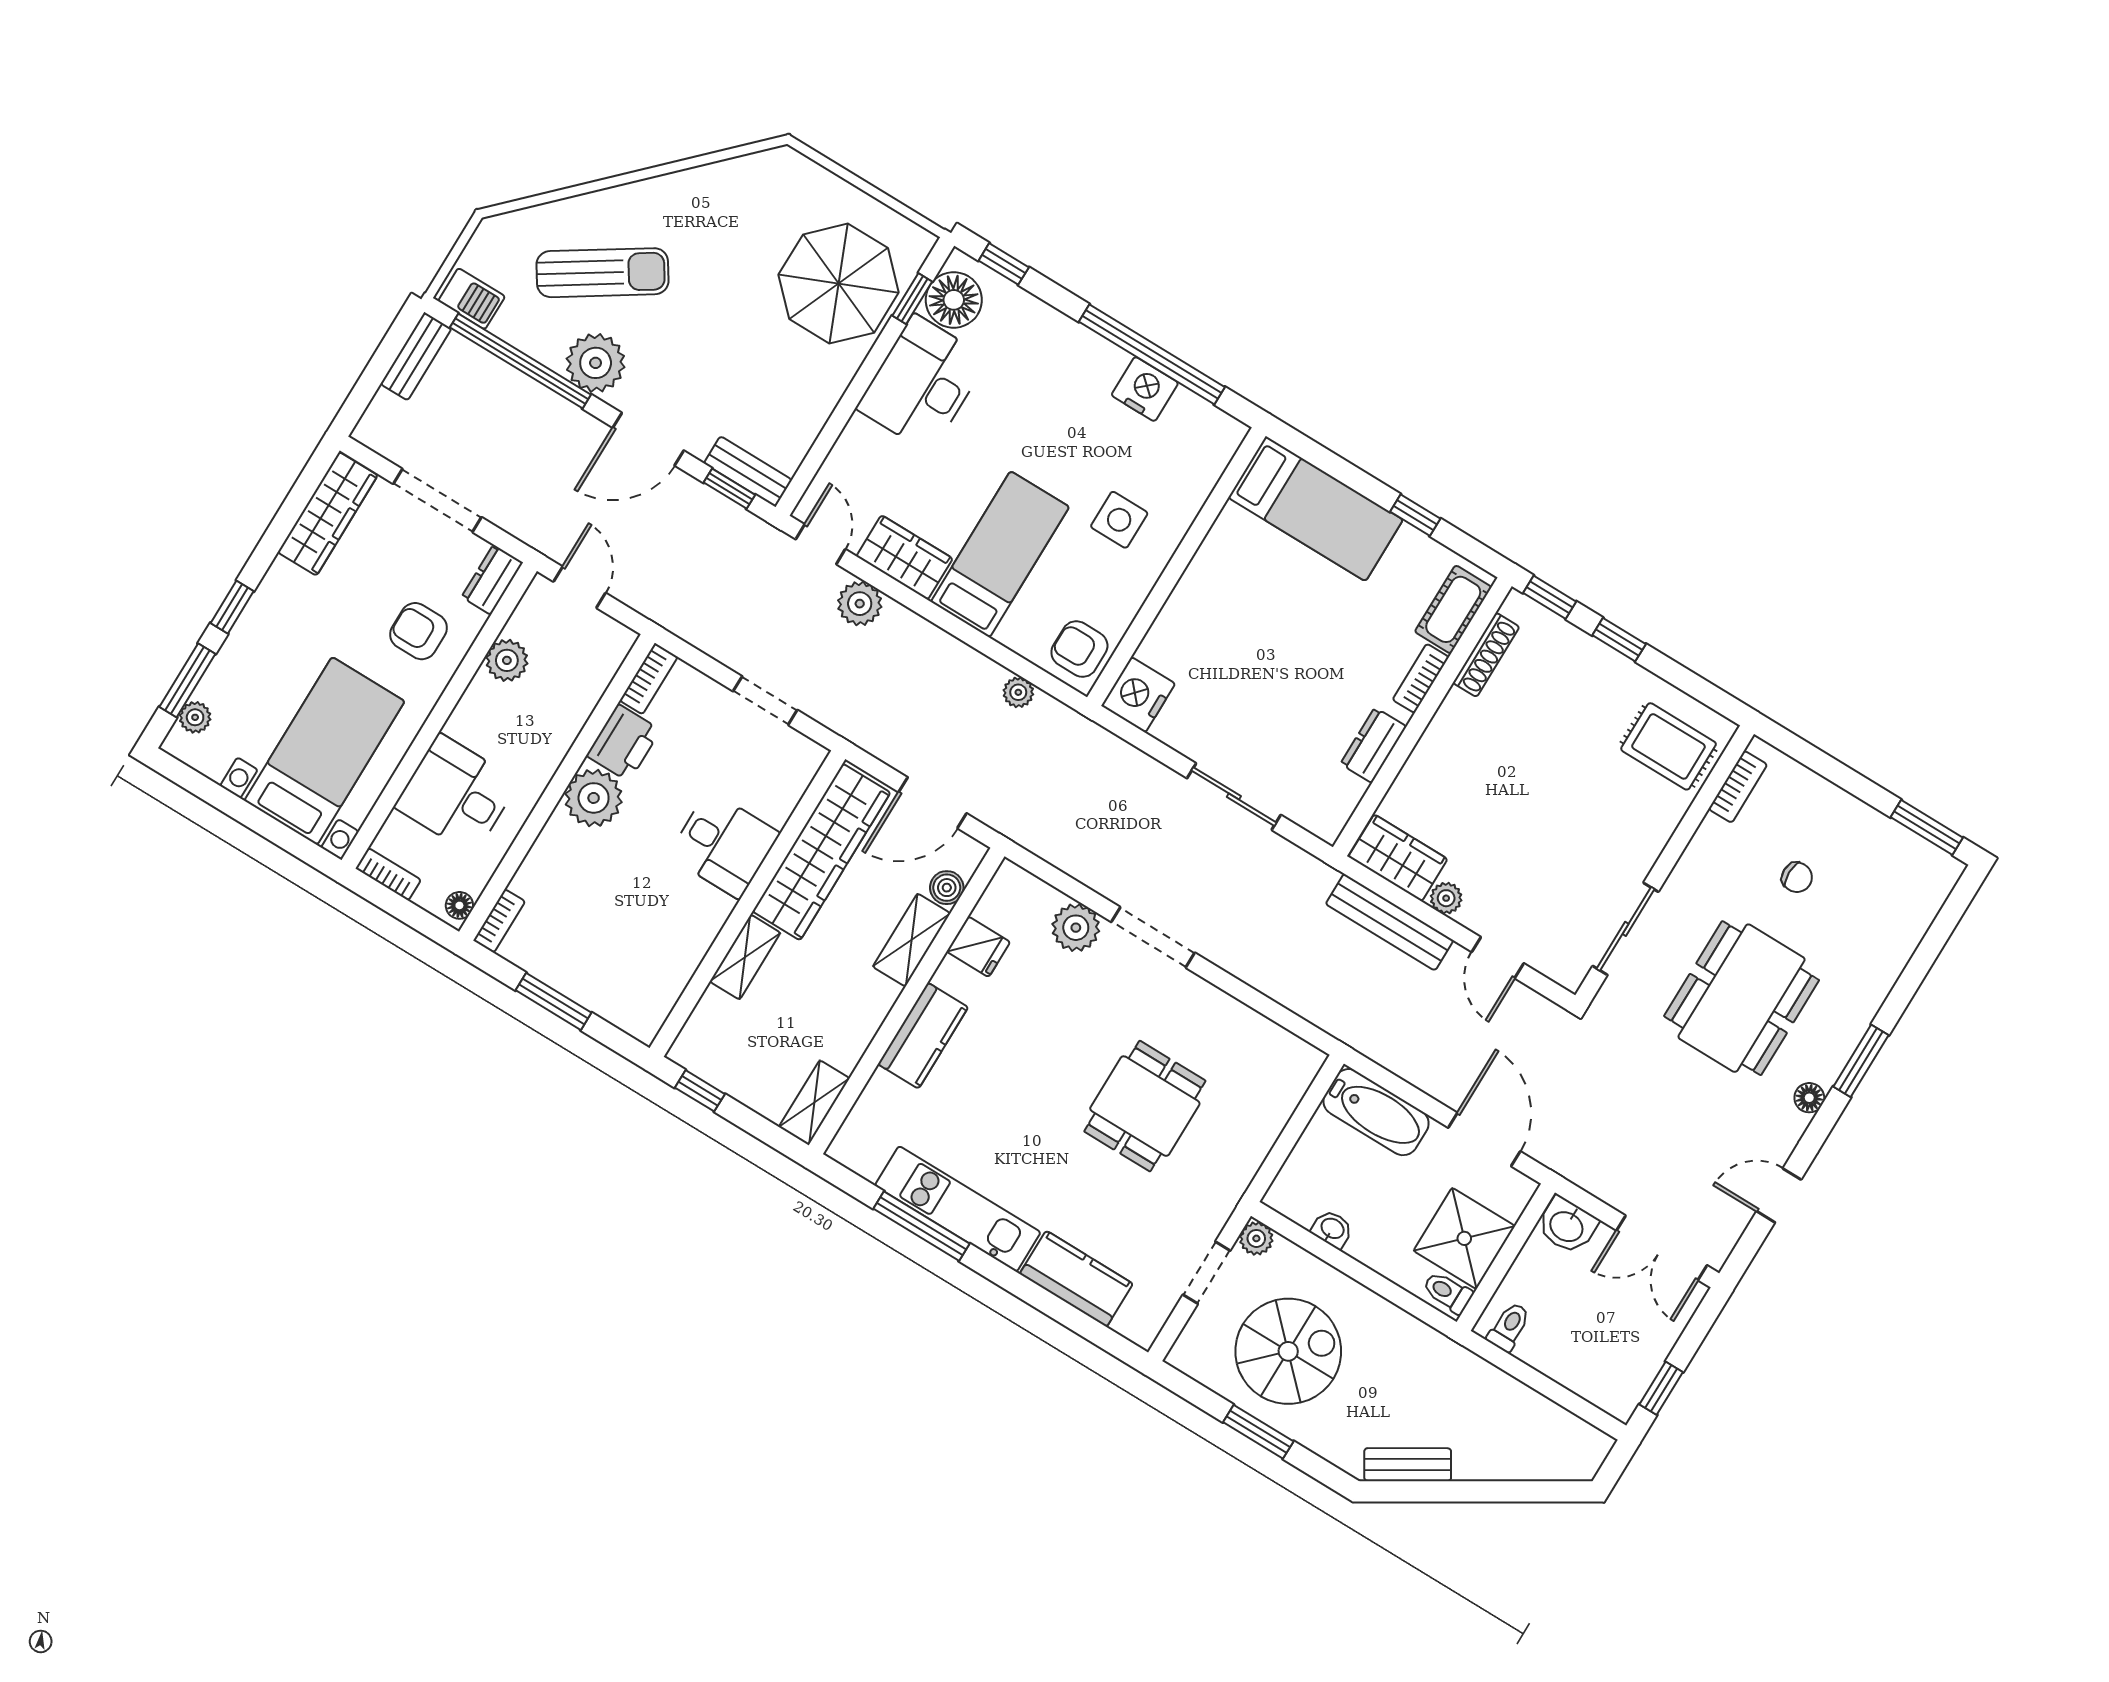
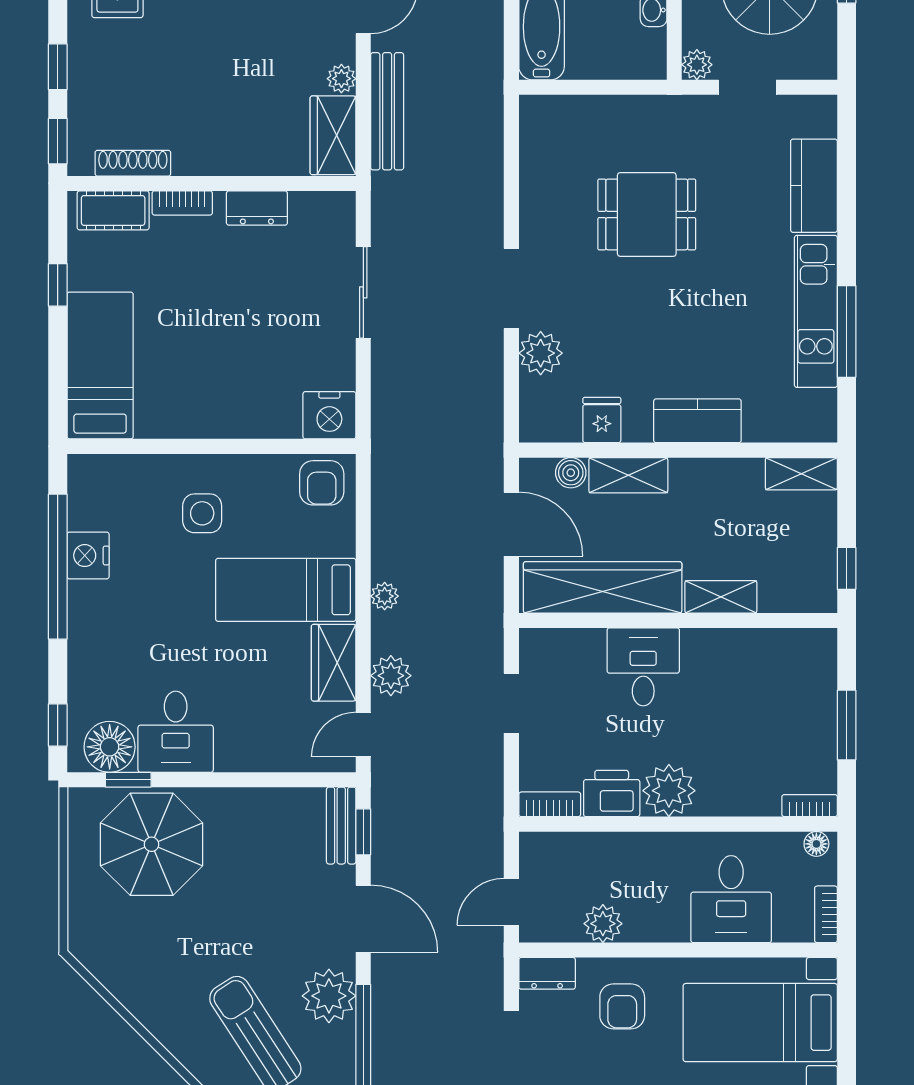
desk: (922, 383) -> (176, 732), width x0.73
plant: (1018, 692) -> (385, 596), moved

